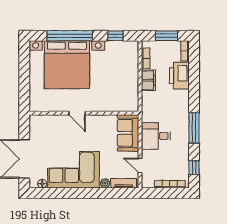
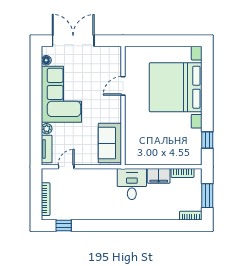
window: (70, 36) -> (207, 90), removed
printer: (179, 76) -> (164, 210), removed
door: (77, 113) -> (123, 86), moved
window: (194, 128) -> (107, 226), removed
sofa: (128, 133) -> (110, 143), moved, turned -90
desk: (156, 136) -> (132, 184), moved

